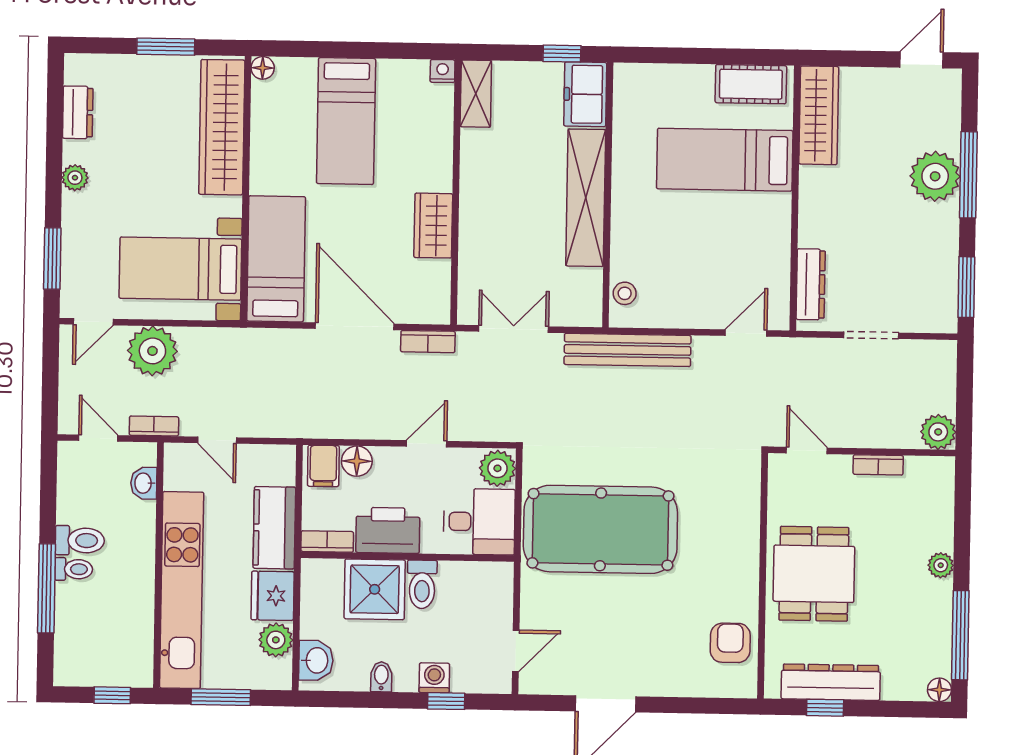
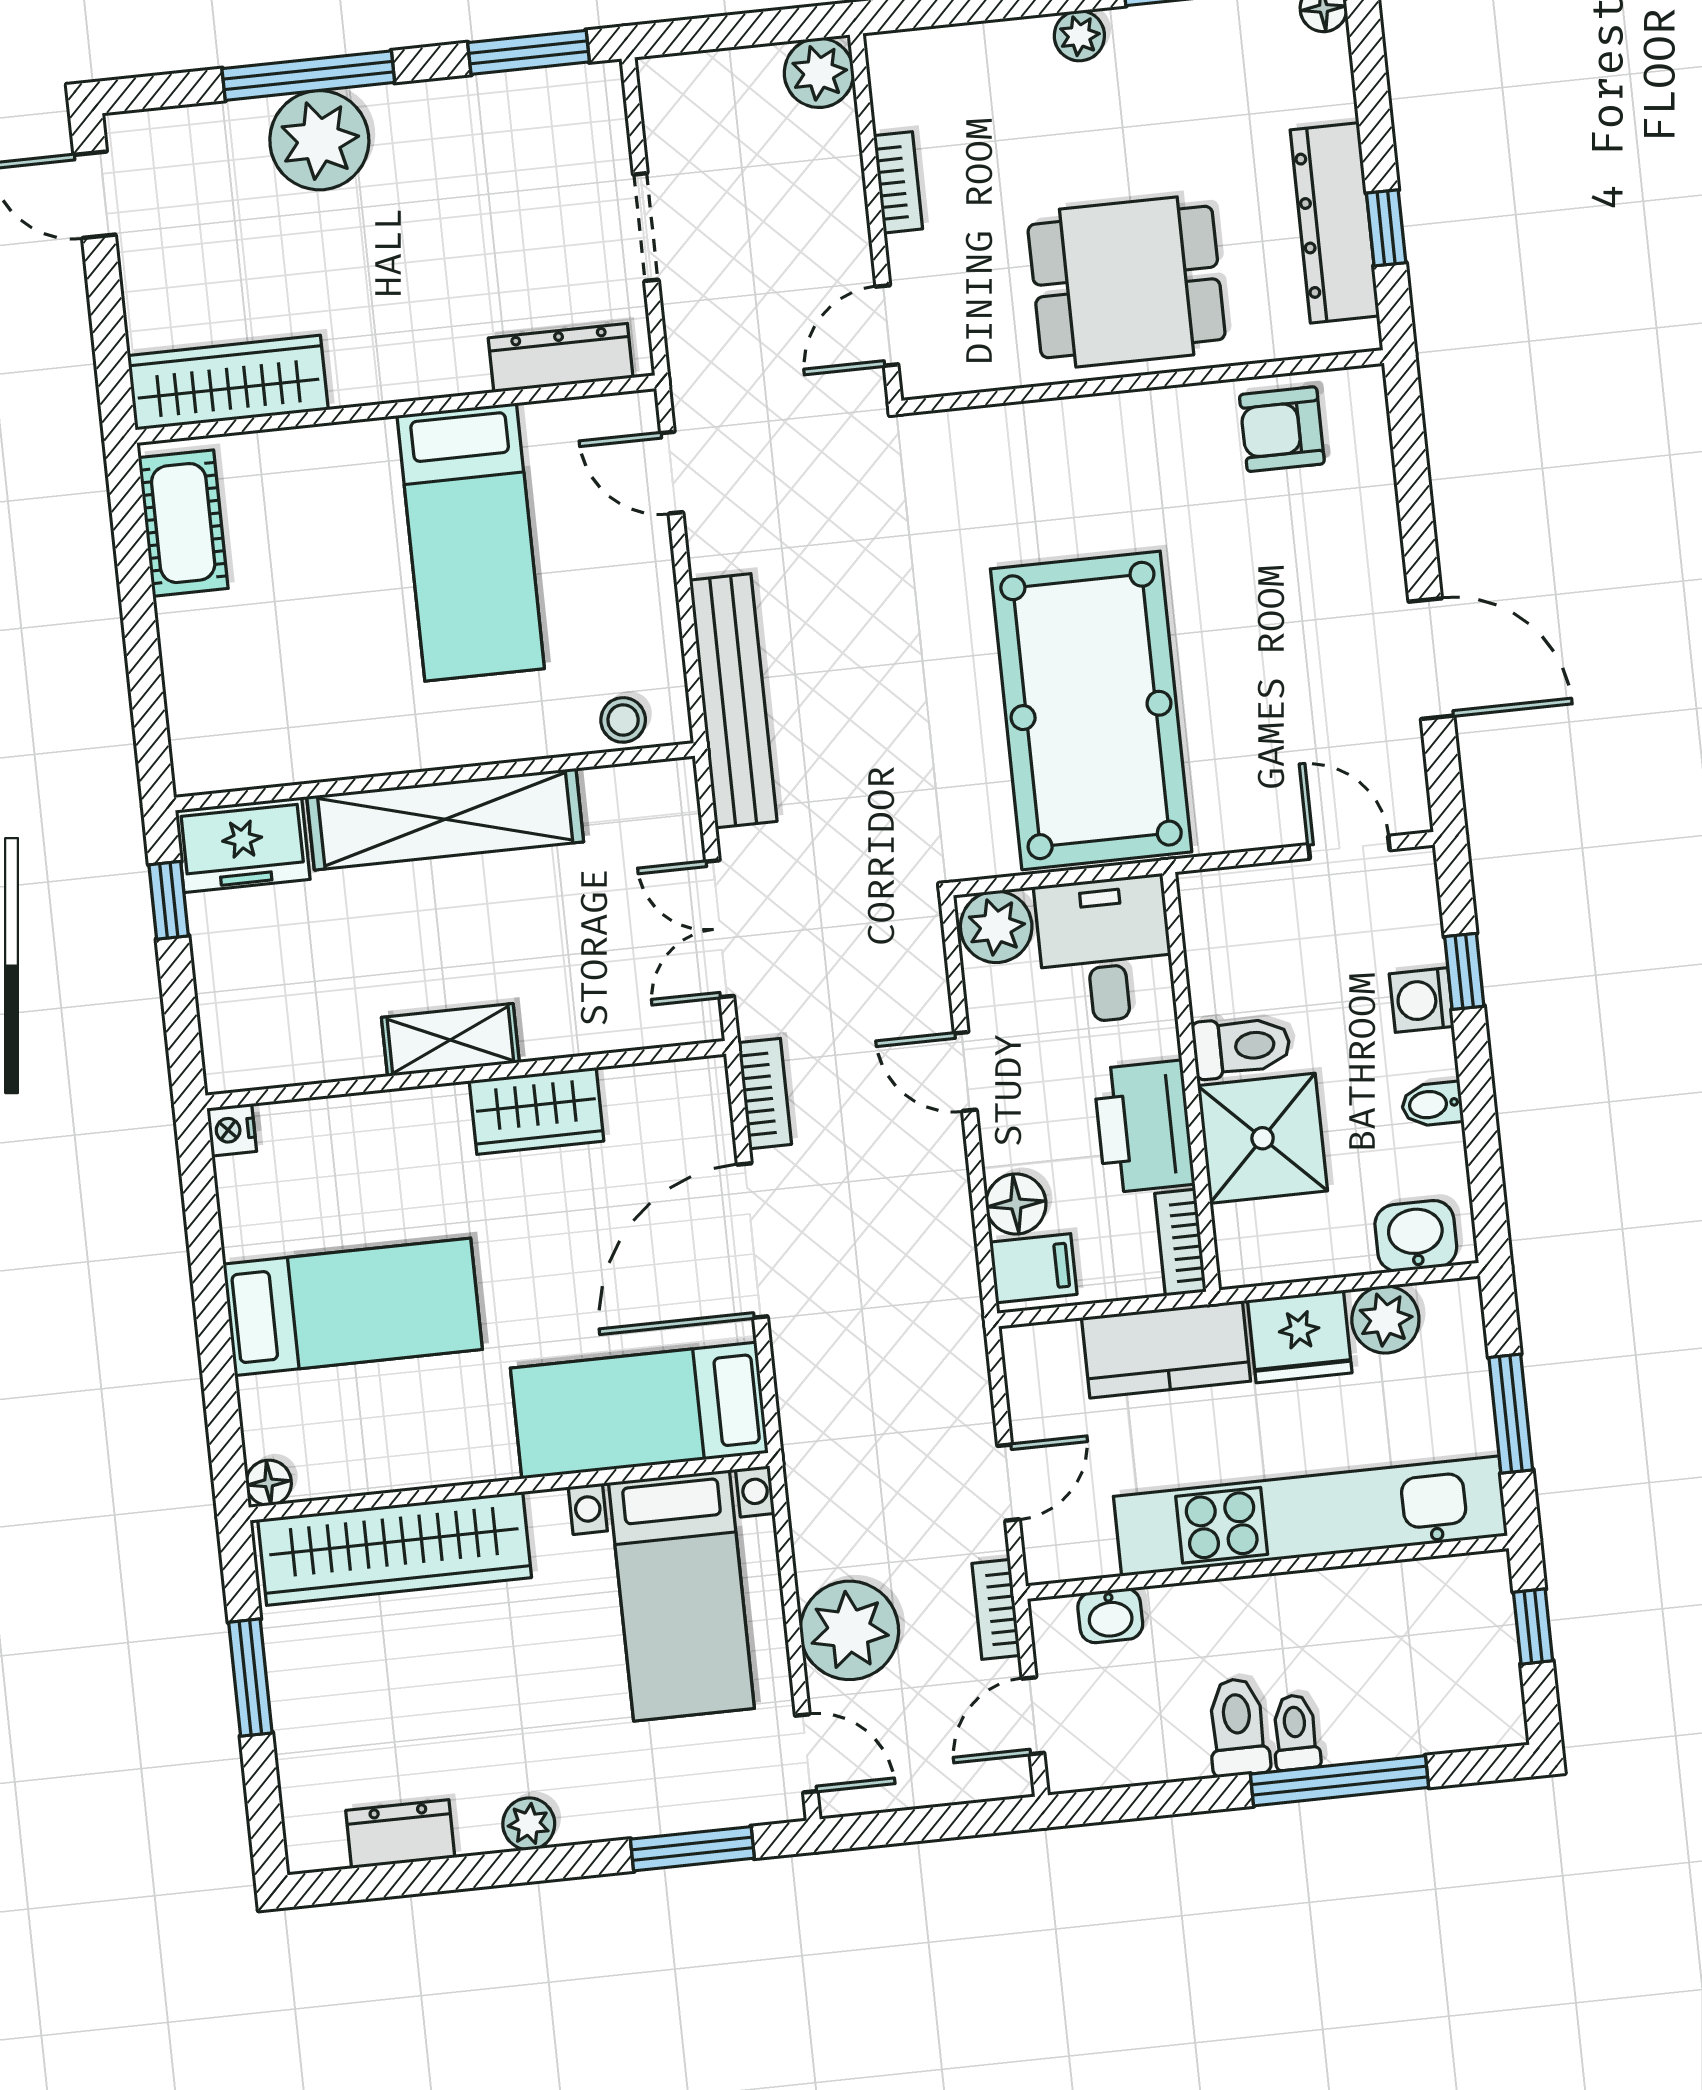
shelving: (476, 94) -> (450, 1040), moved
bed: (725, 160) -> (471, 542), moved

